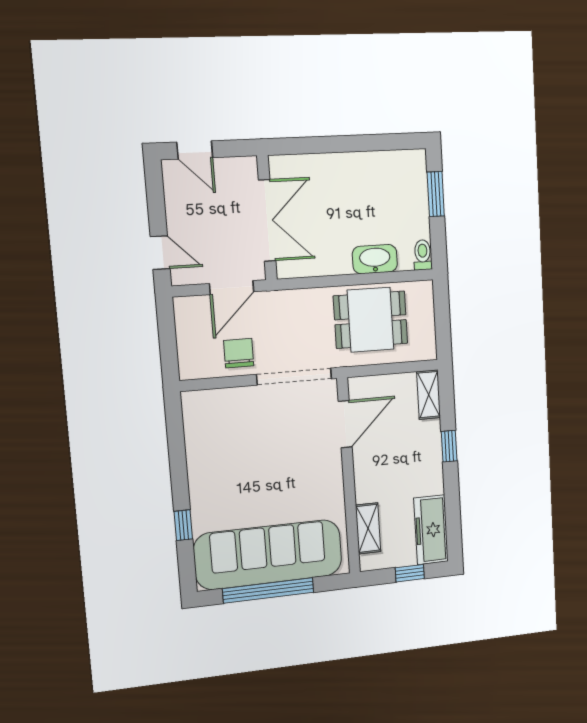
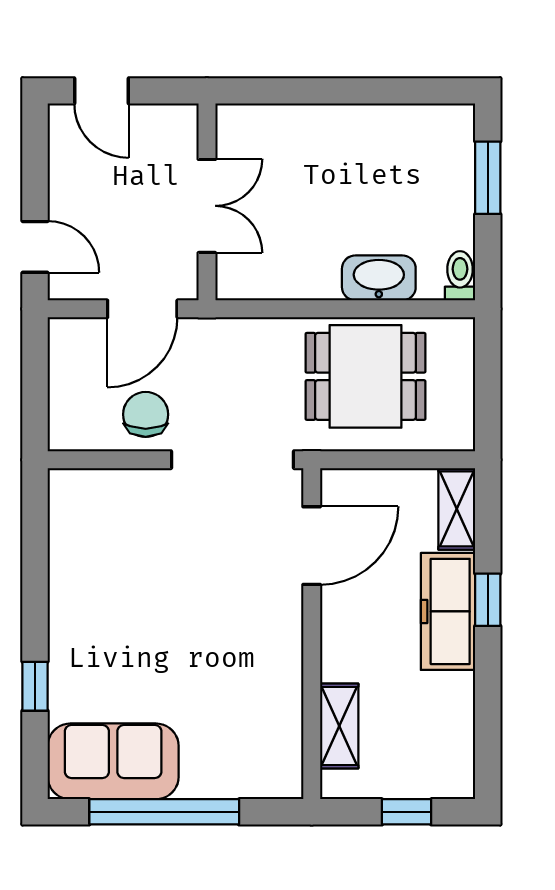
double door: (267, 220) -> (207, 206), width x0.73
freezer: (431, 530) -> (448, 611), moved
sofa: (268, 555) -> (113, 761), width x0.54, depth x0.79

